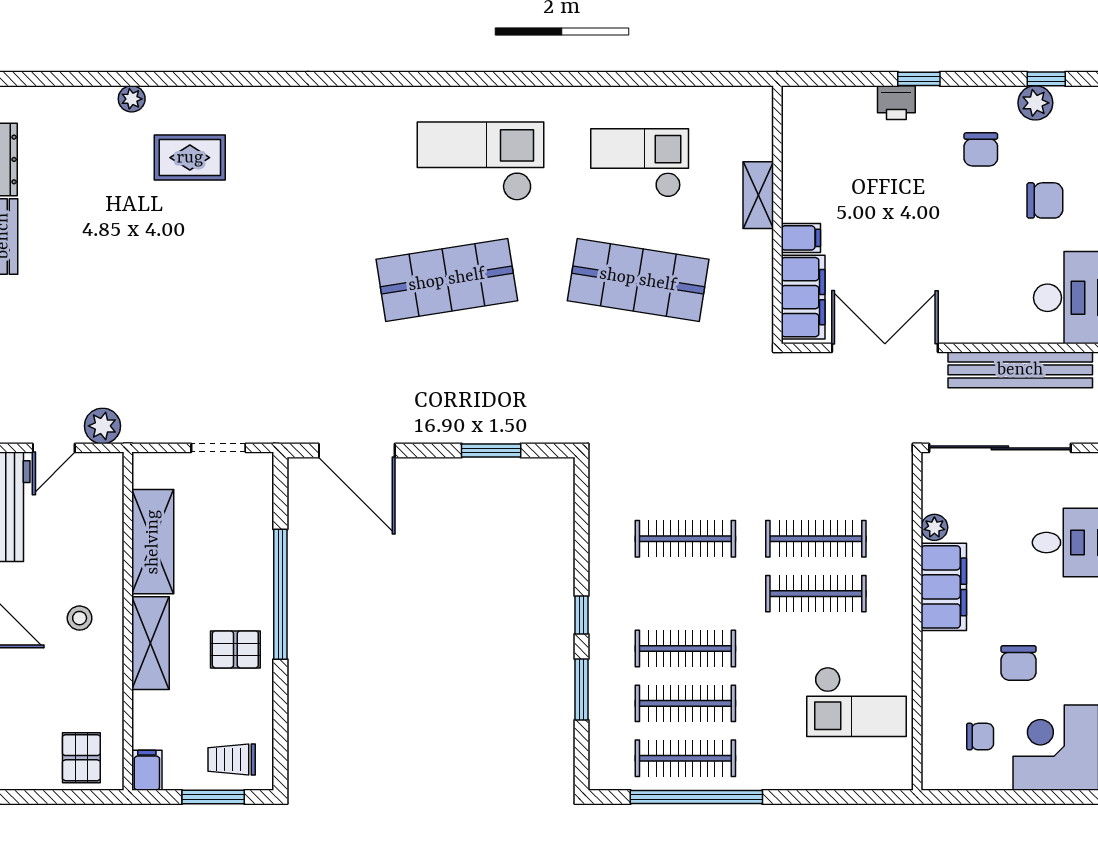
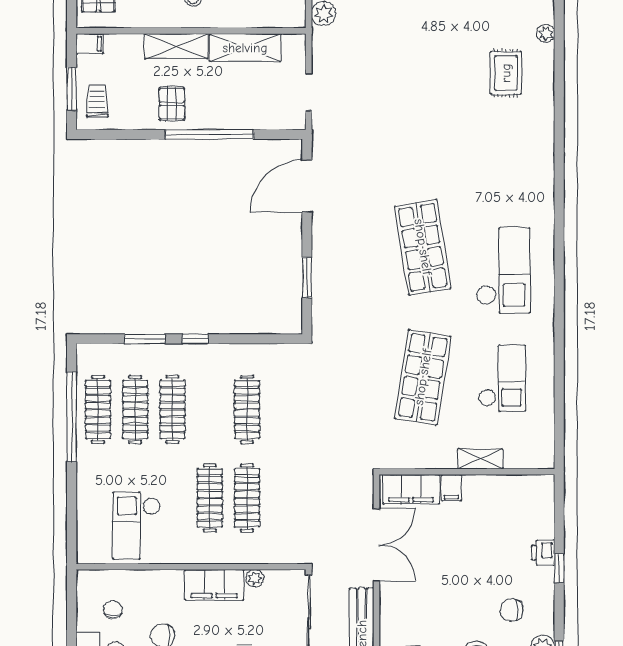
chair: (980, 737) -> (113, 610), turned 180

